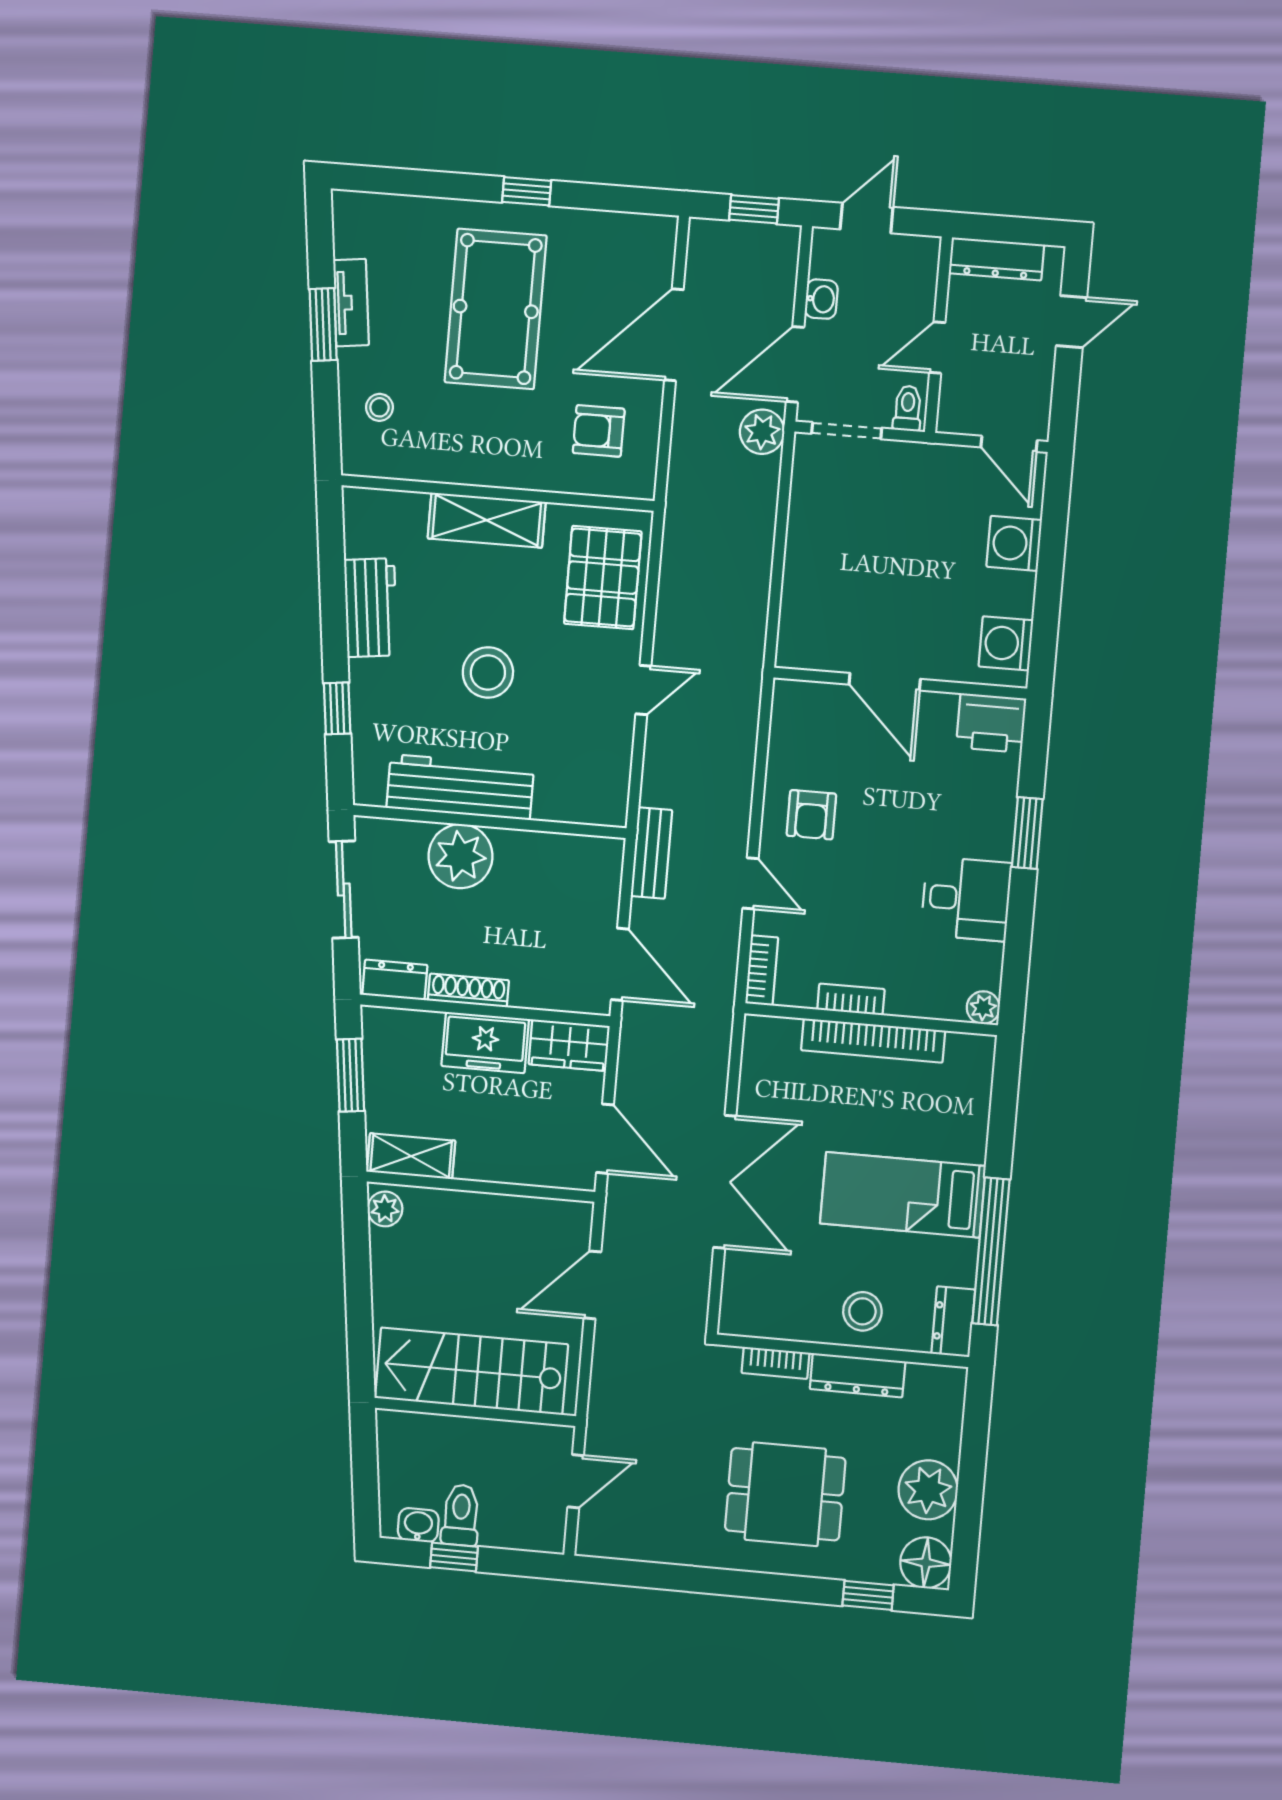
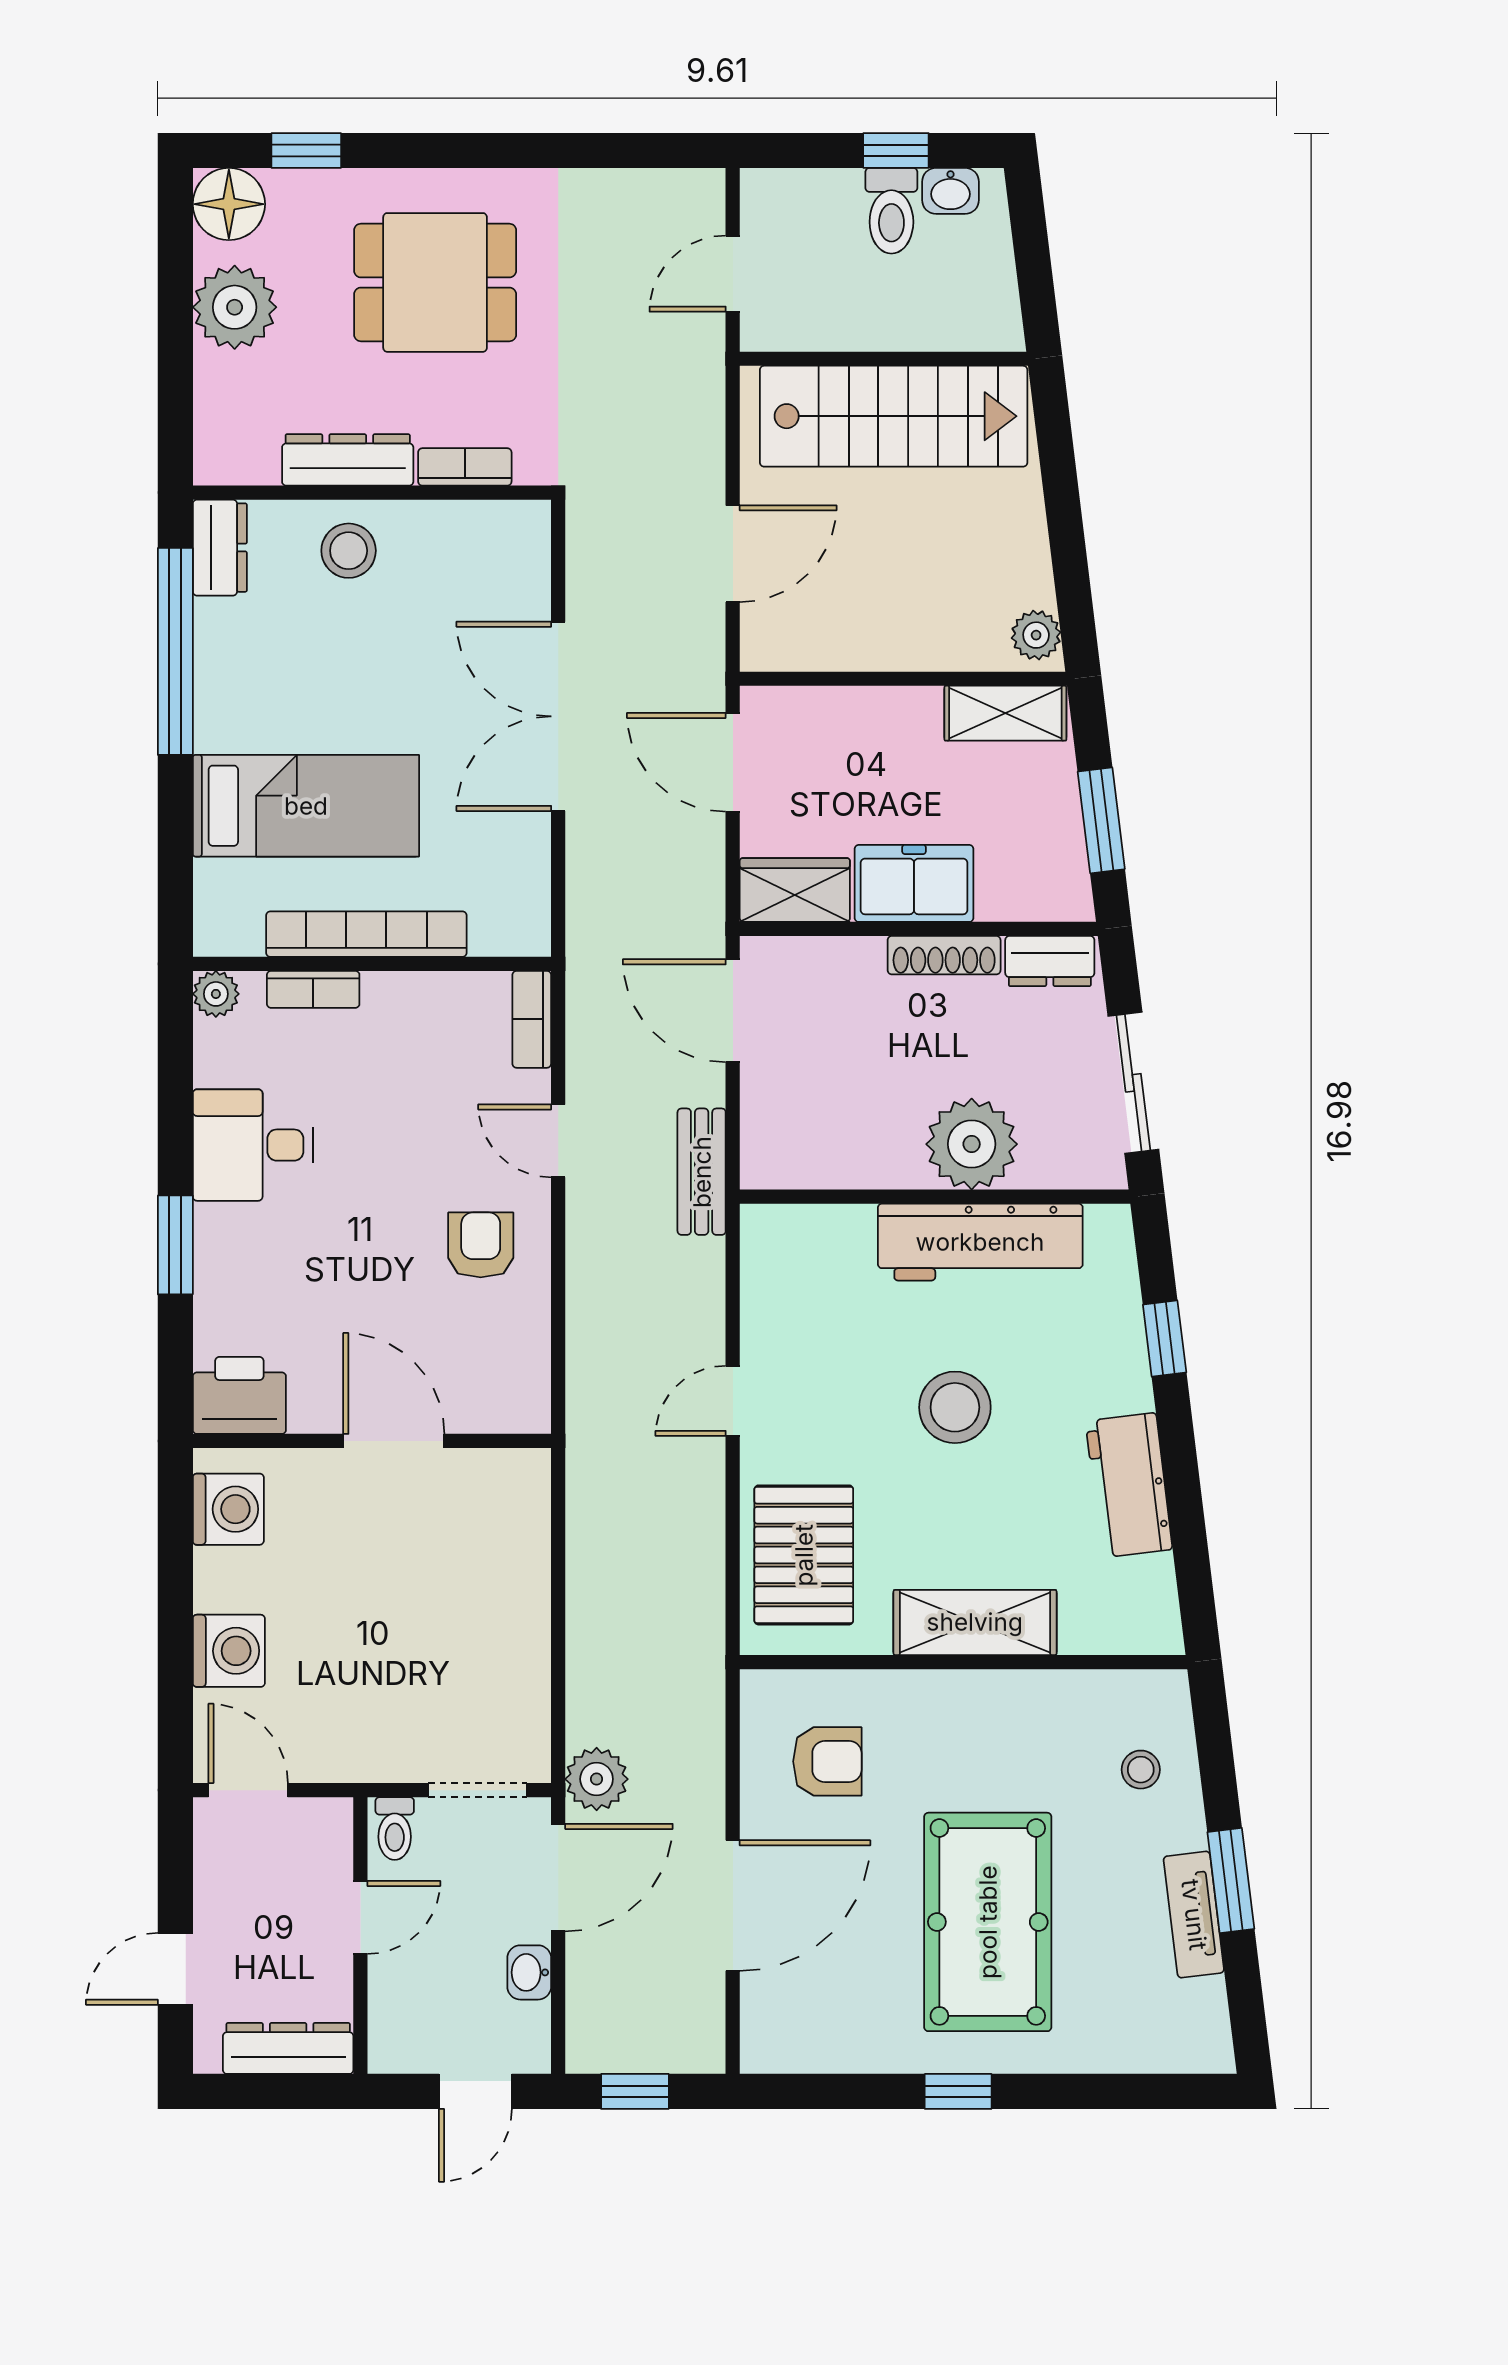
bookcase: (851, 999) -> (313, 989), moved
bed: (903, 1195) -> (306, 806), moved

